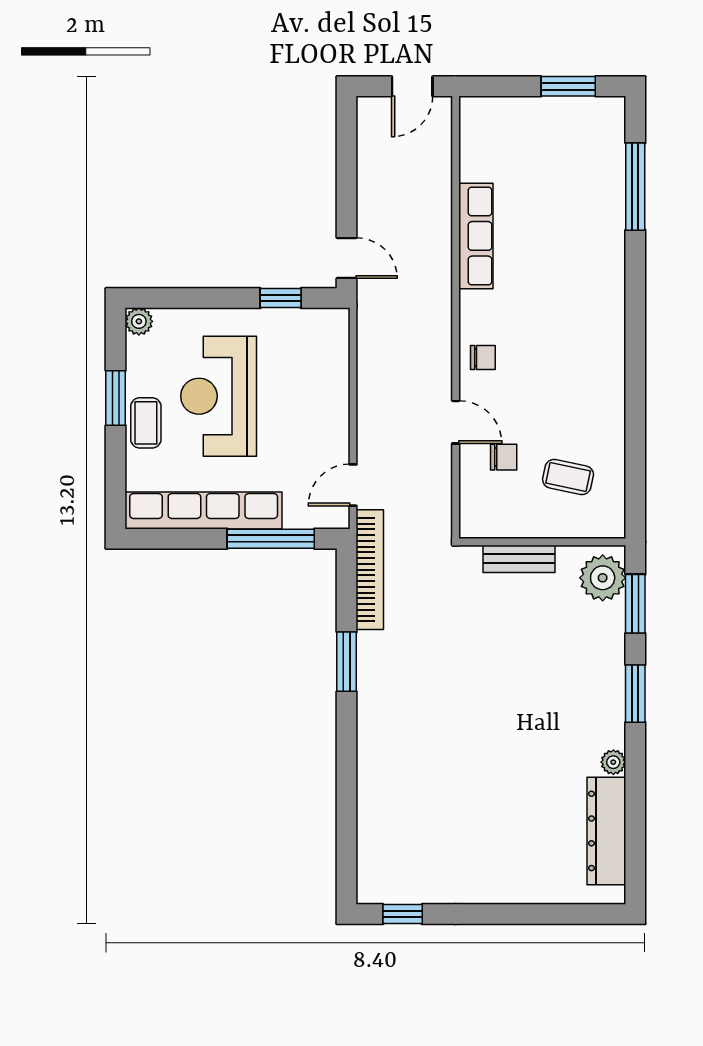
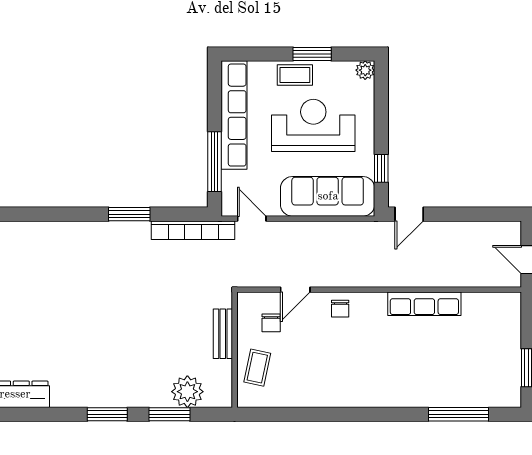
sofa: (321, 376) -> (328, 196), added
wall: (542, 542) -> (235, 350), moved
bench: (519, 559) -> (223, 334), moved
plant: (613, 762) -> (60, 399), removed

